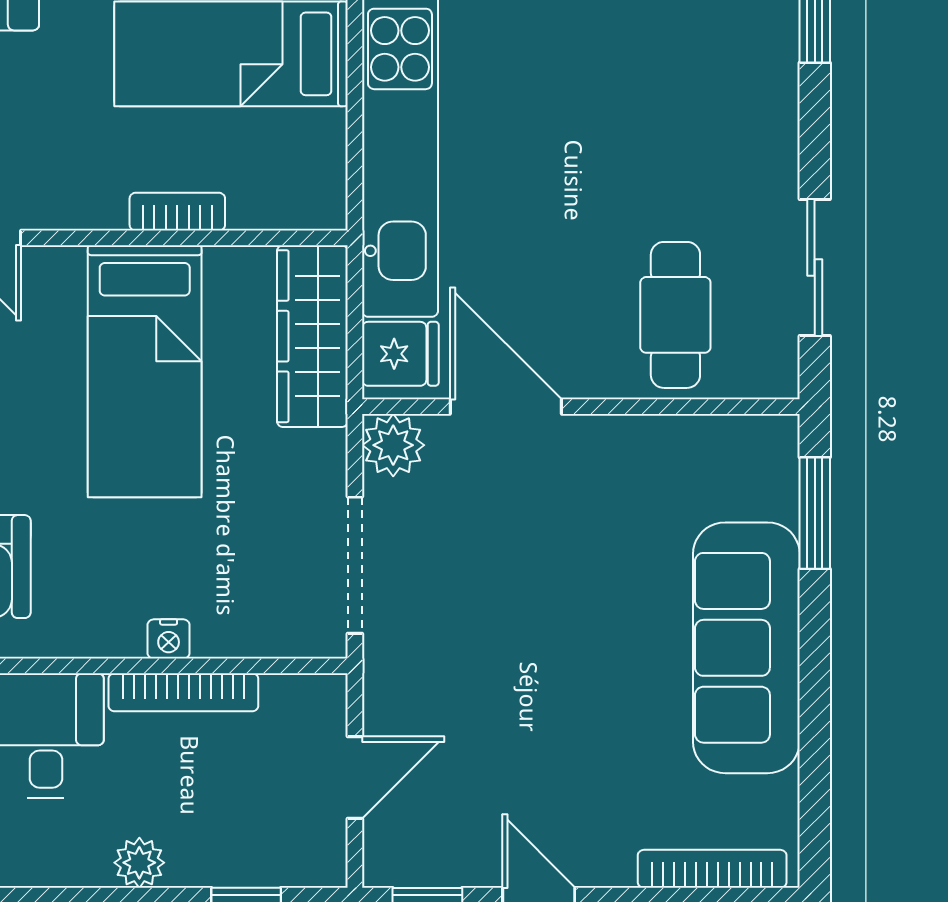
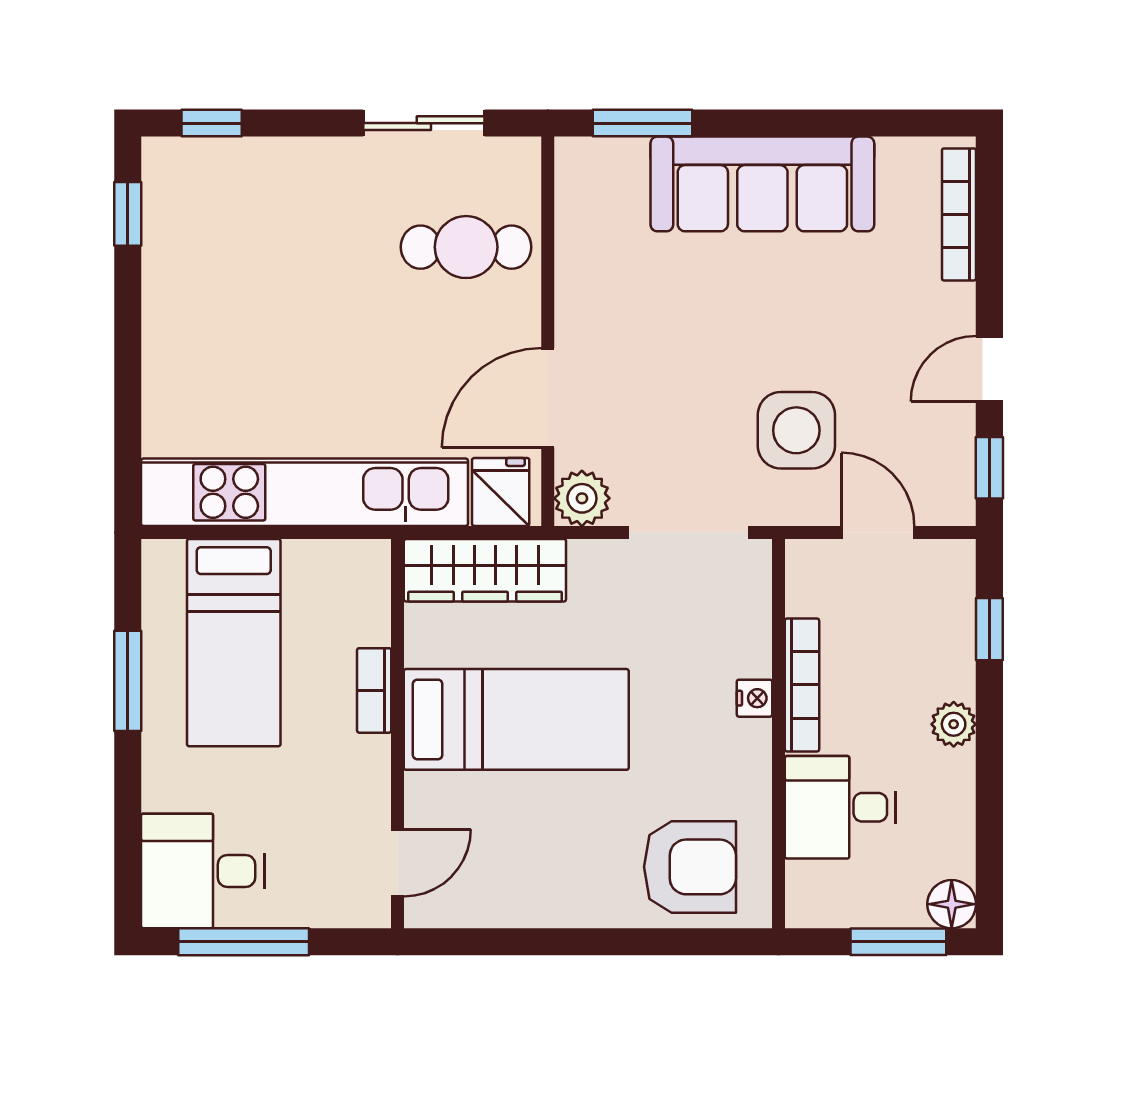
side table: (470, 686) -> (796, 430), added

